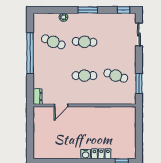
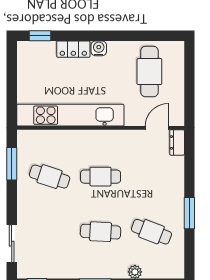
window: (30, 53) -> (189, 213), width x0.47
door: (61, 105) -> (157, 128), moved
kitchen unit: (103, 113) -> (70, 115), added
cafe table: (55, 140) -> (149, 72), added

